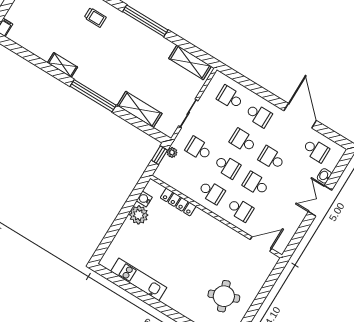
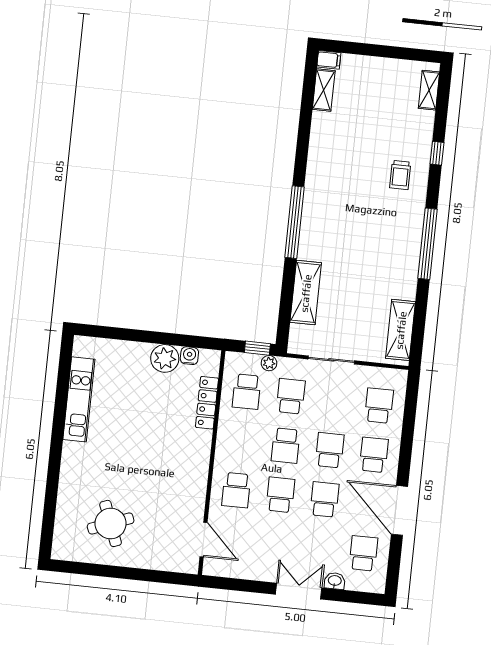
shelving: (63, 65) -> (324, 90), moved
school desk: (259, 115) -> (374, 455), turned 180
door: (300, 116) -> (399, 510), swing flipped
school desk: (316, 150) -> (363, 553), turned 180
school desk: (212, 192) -> (247, 392), moved

